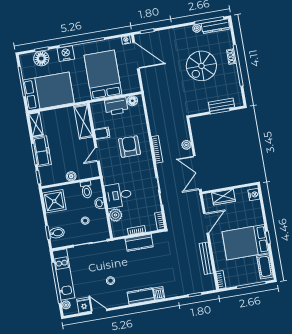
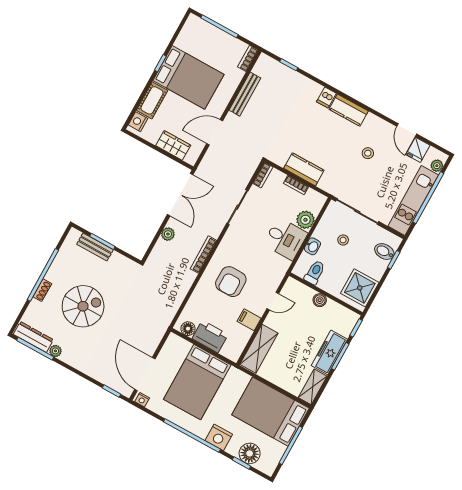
cot: (265, 266) -> (152, 100), moved

